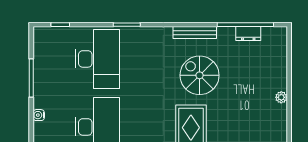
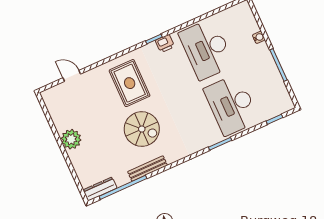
bench: (195, 33) -> (148, 169), moved
dresser: (248, 33) -> (100, 189), moved, width x1.44
plant: (281, 97) -> (71, 139), width x1.88, depth x1.88

